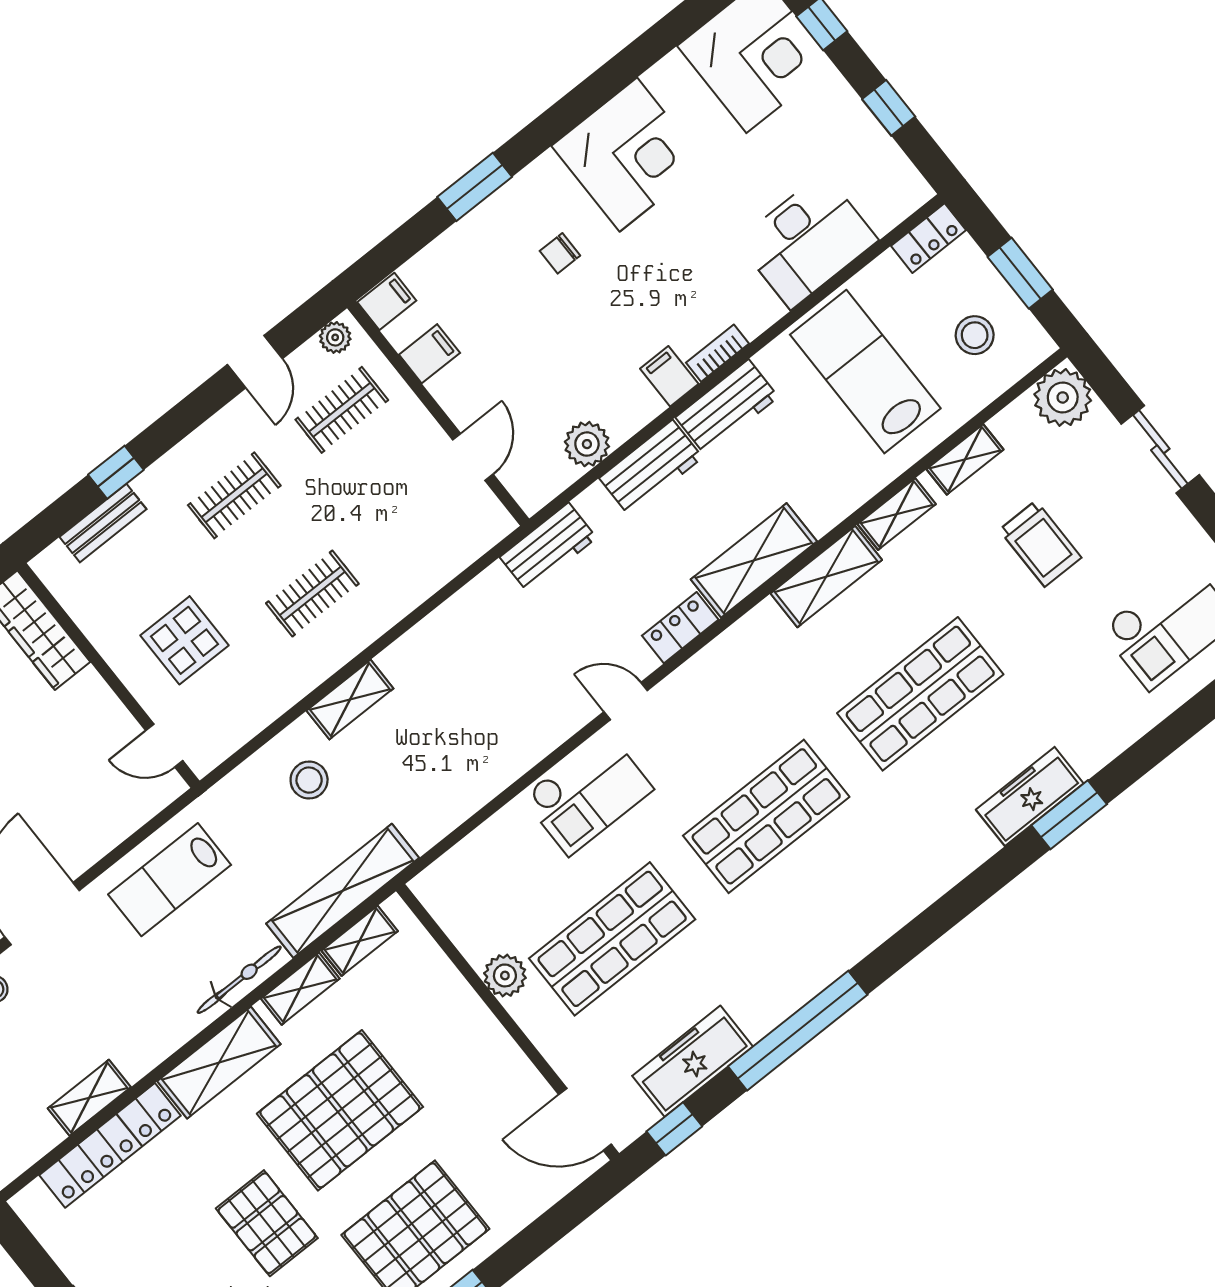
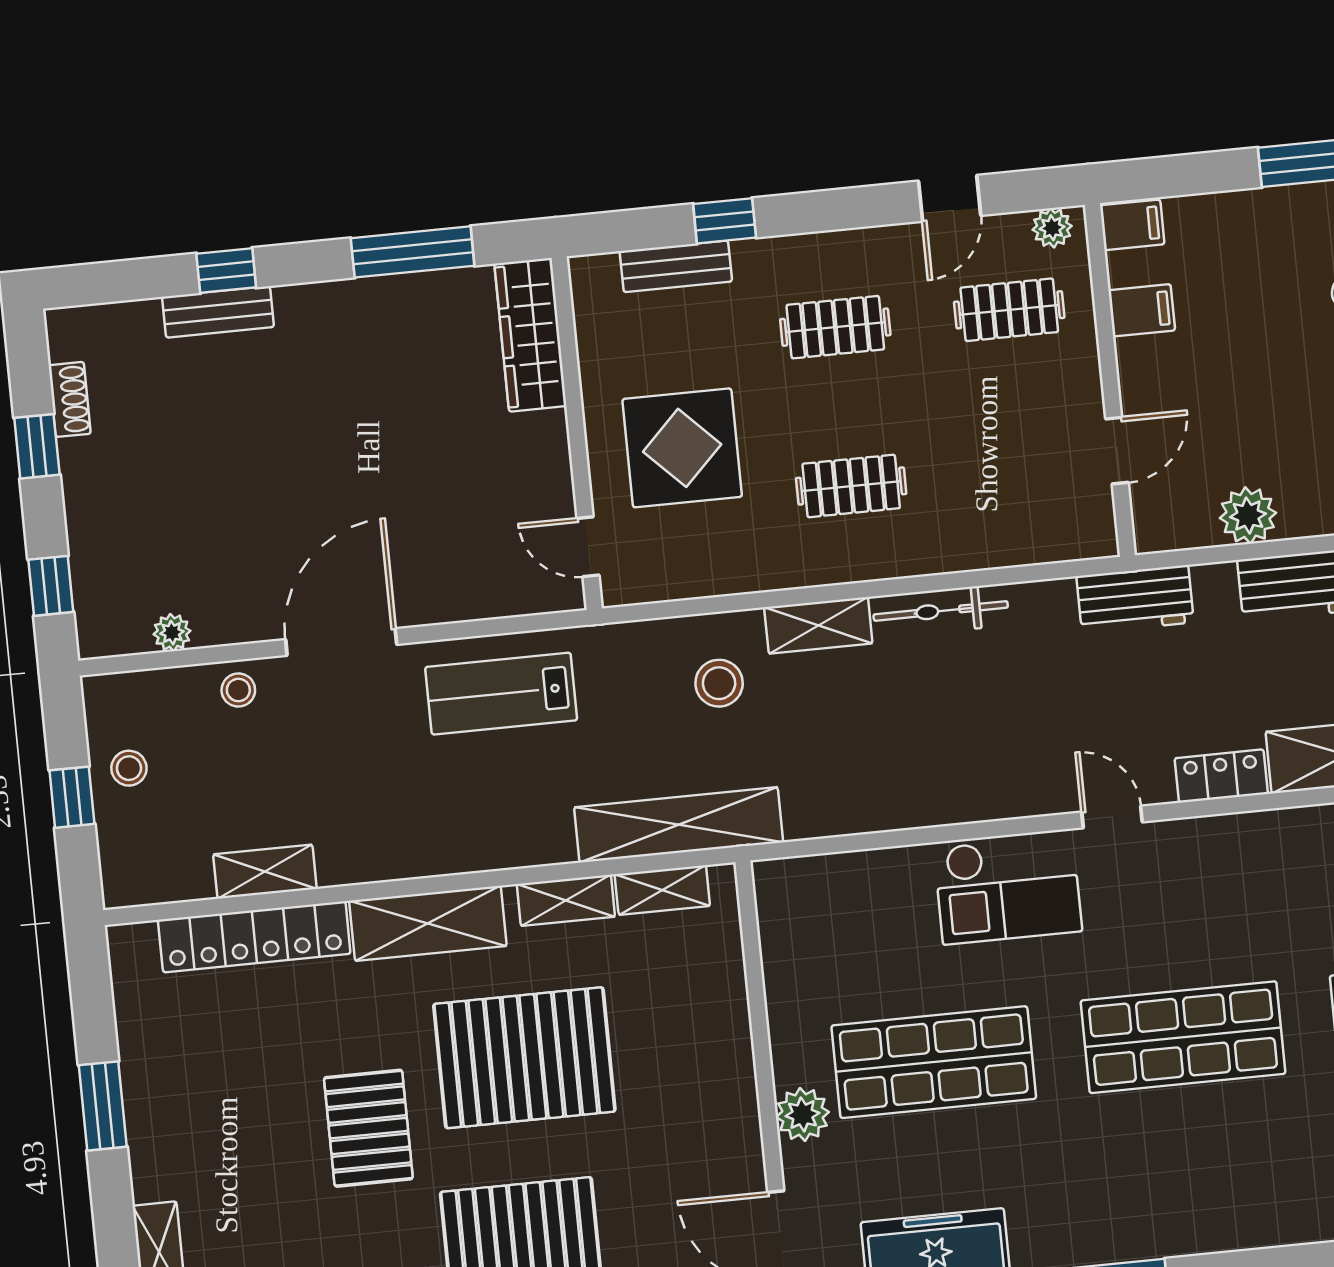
display table: (185, 640) -> (682, 448), width x1.36, depth x1.36
plant: (505, 975) -> (803, 1114), moved
bicycle: (239, 980) -> (941, 611), moved, turned 180

